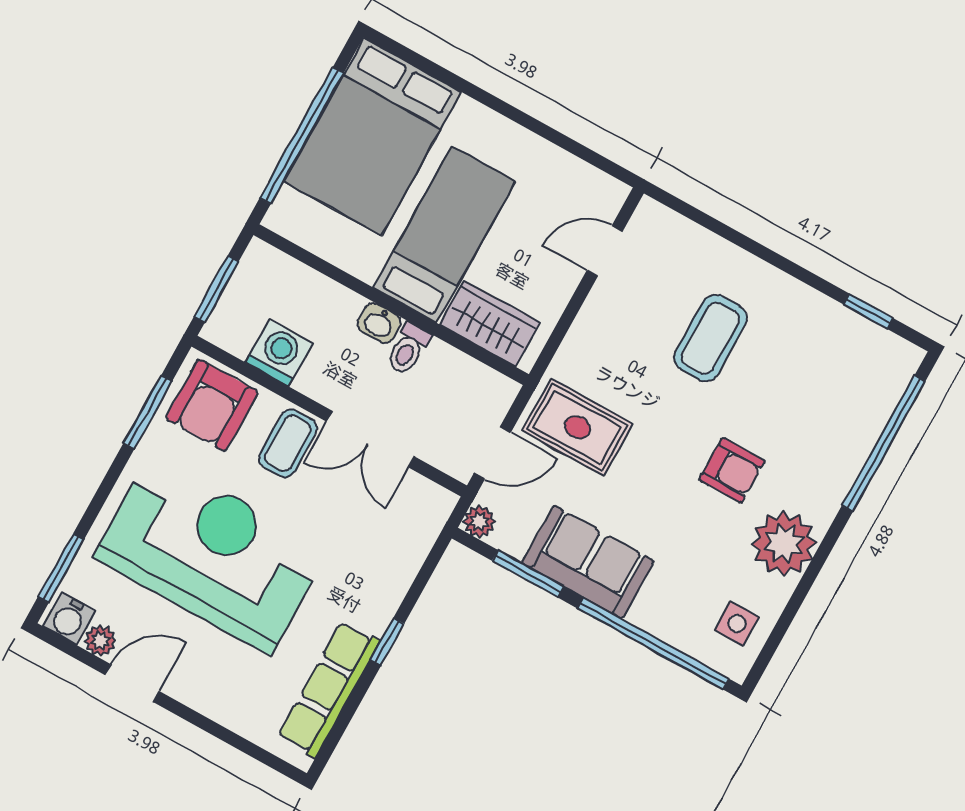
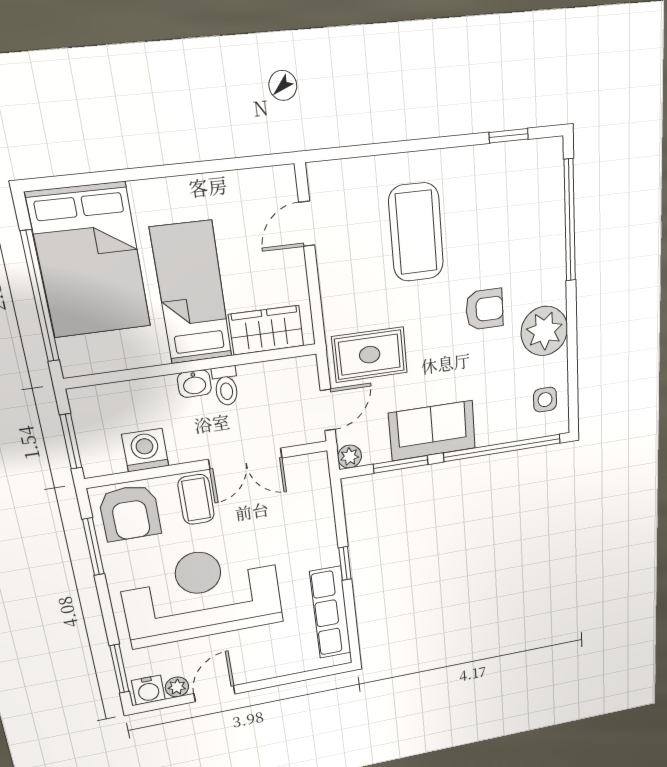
coffee table: (710, 338) -> (416, 232), width x1.36, depth x1.32

